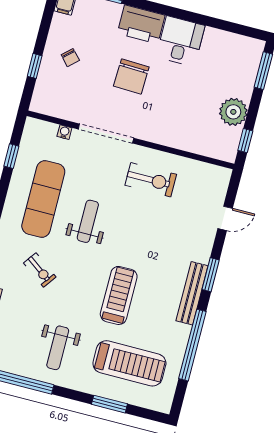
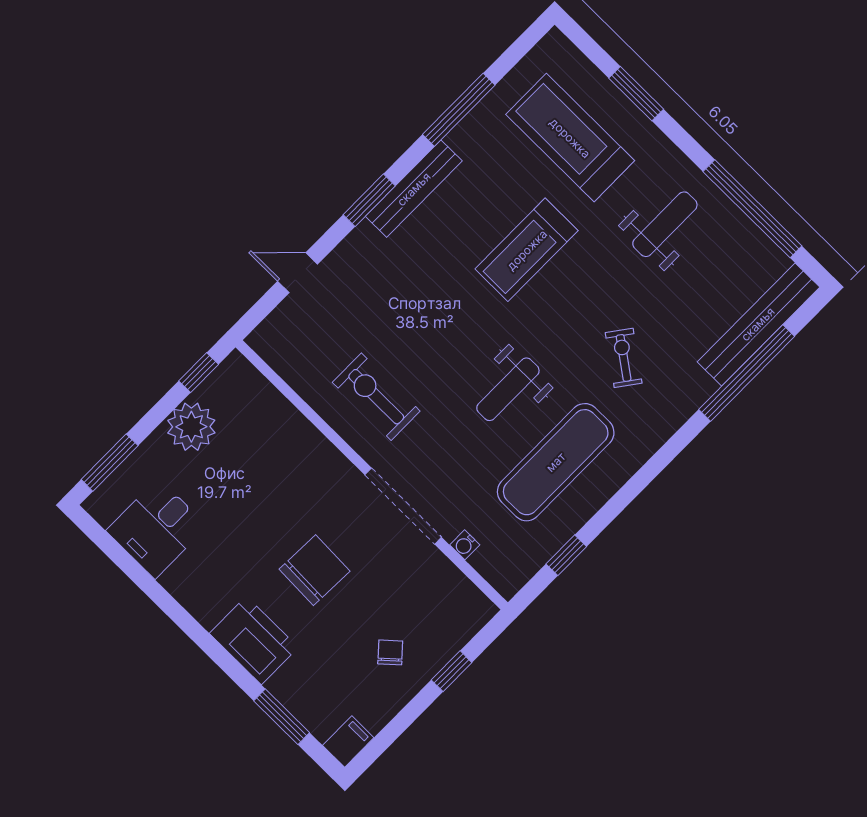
desk: (181, 41) -> (157, 528), moved
window: (192, 345) -> (459, 110), width x0.68

